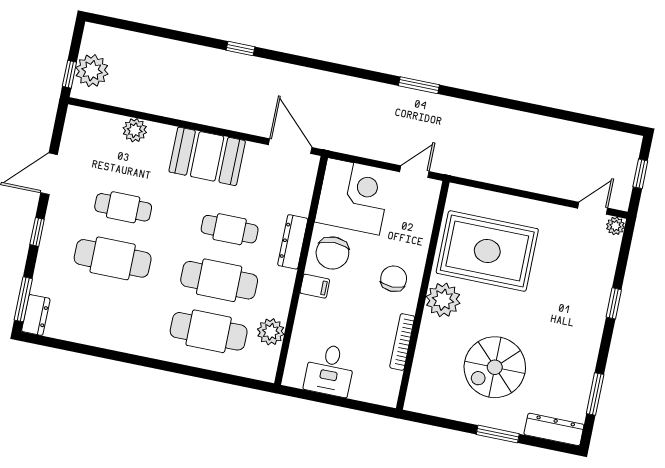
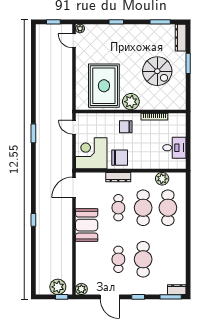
plant: (135, 130) -> (81, 289), moved
filing cabinet: (315, 286) -> (137, 163), removed

